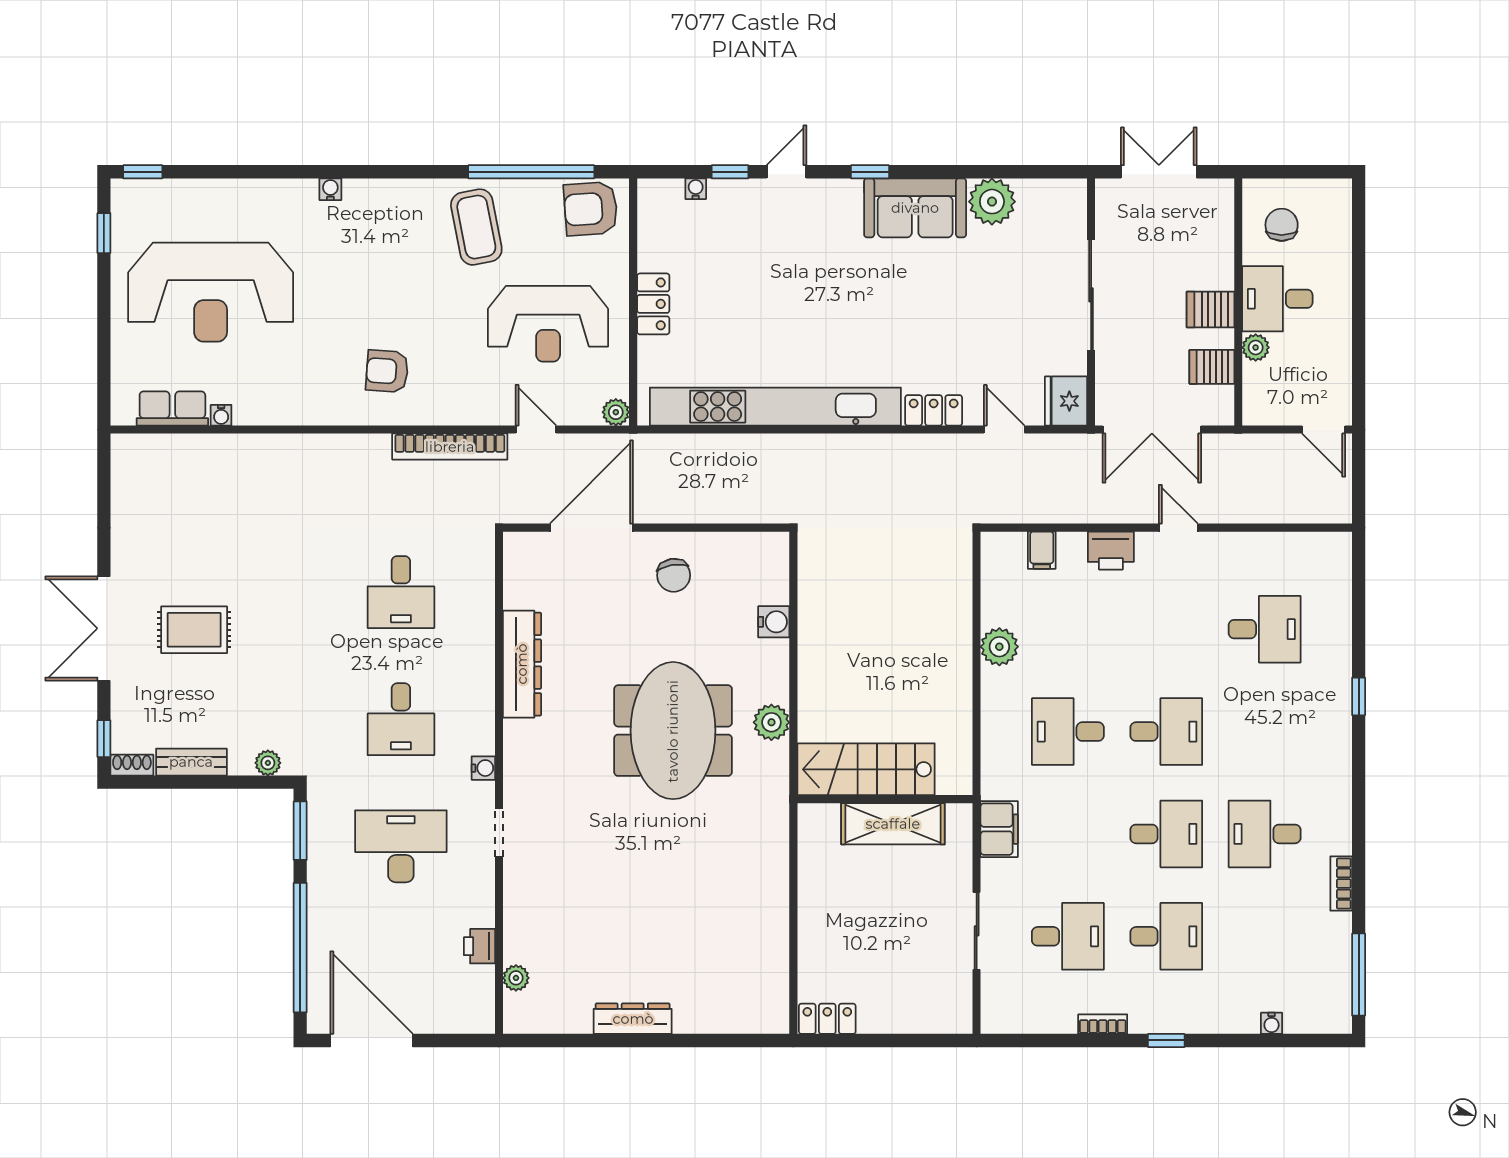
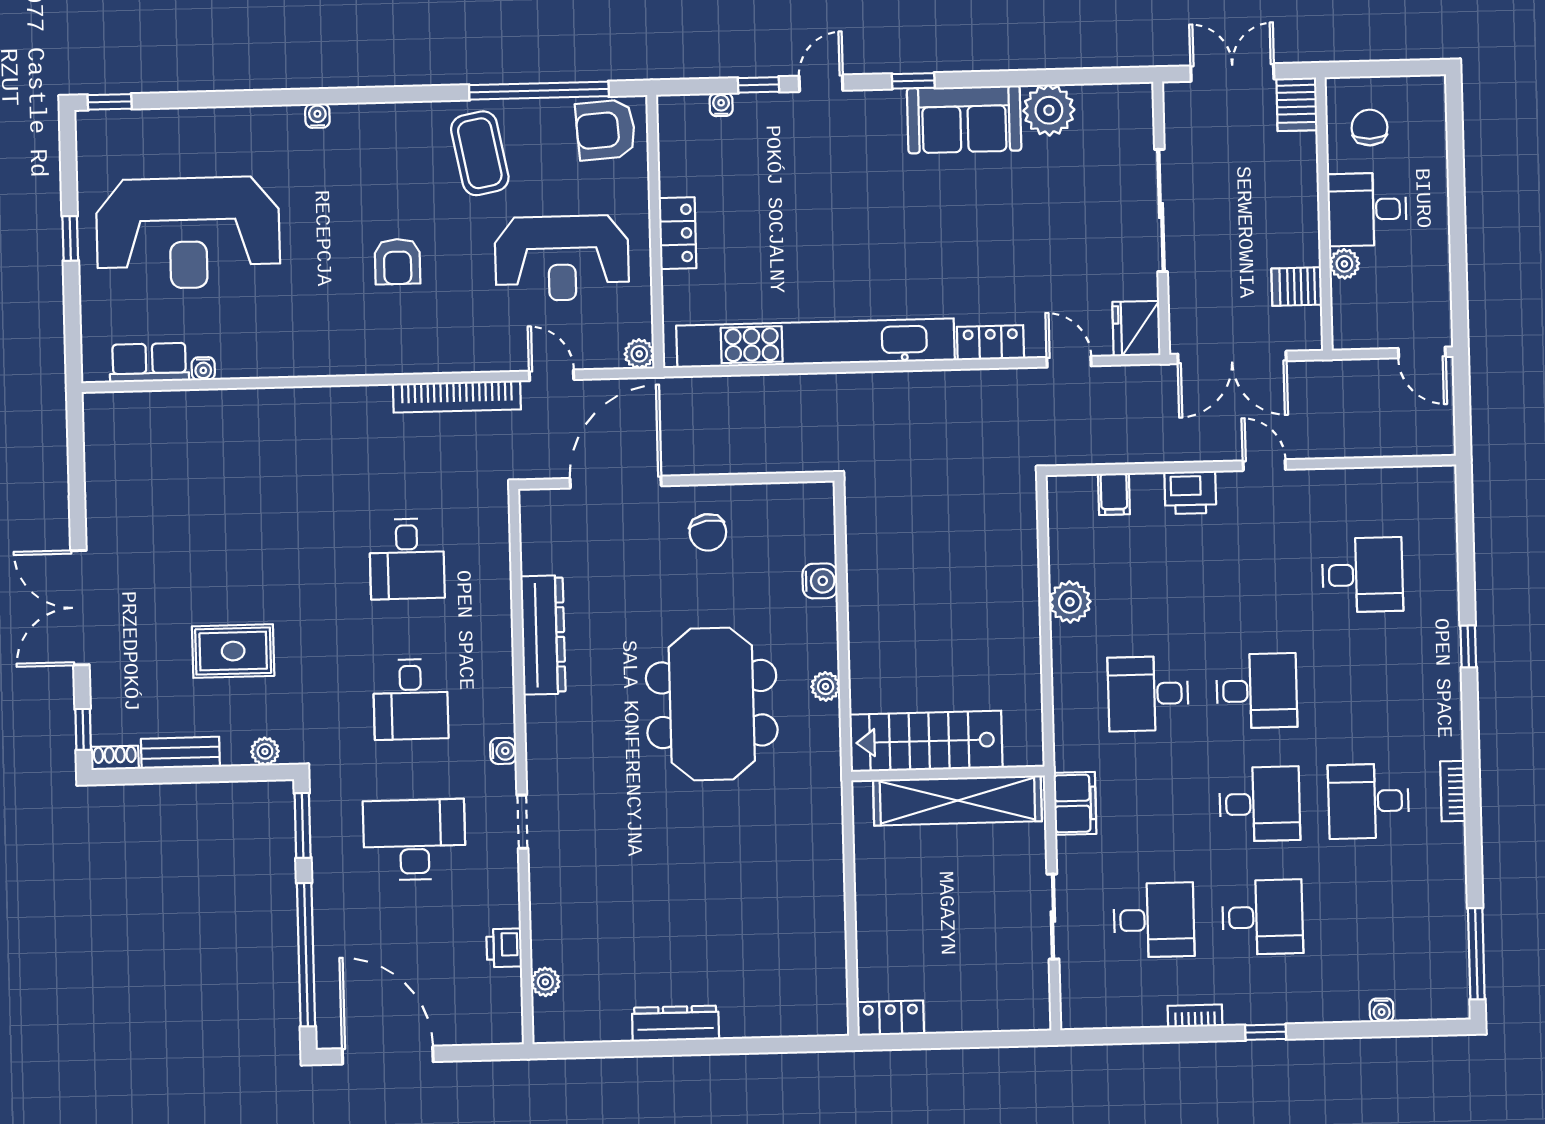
window: (104, 233) -> (70, 238), moved
server rack: (1210, 310) -> (1297, 104), moved, turned -90
armchair: (387, 371) -> (397, 262), moved, turned -94
rug: (194, 630) -> (233, 651), moved
plant: (771, 722) -> (826, 686), width x0.73, depth x0.73
shelving: (893, 824) -> (957, 801), width x1.47
bookcase: (1341, 884) -> (1453, 791), moved

